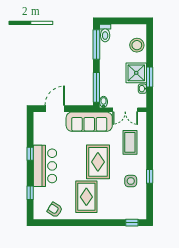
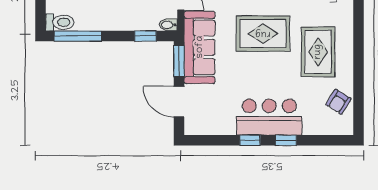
window: (96, 87) -> (145, 36), width x0.46
window: (81, 109) -> (179, 61), added
window: (30, 193) -> (286, 140), moved
rug: (86, 197) -> (318, 52), turned 90

